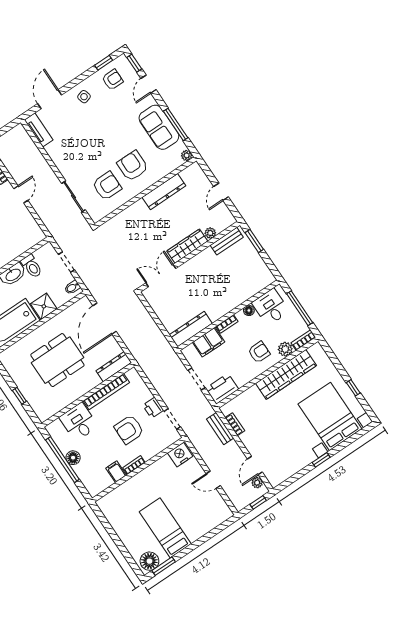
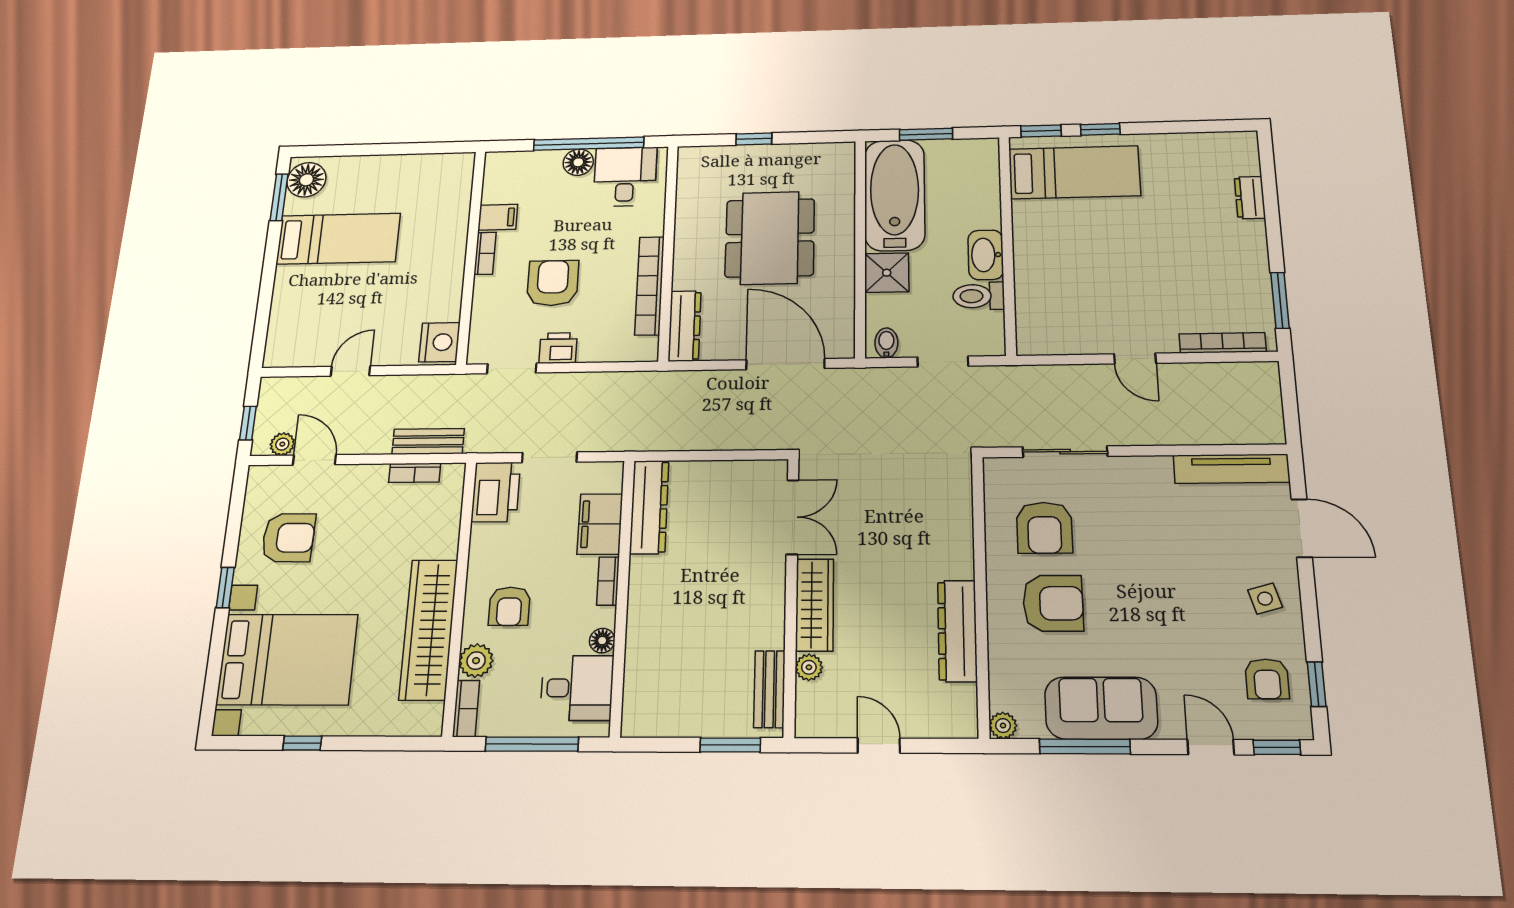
tv unit: (39, 130) -> (1231, 469), width x1.41
desk: (79, 422) -> (625, 177), moved, turned -90
armchair: (289, 452) -> (288, 538), added

